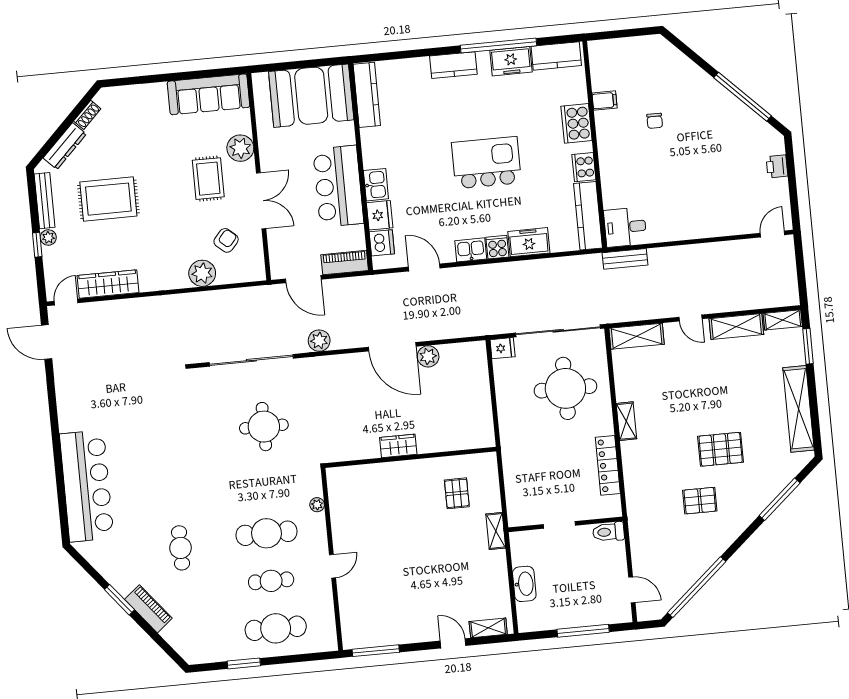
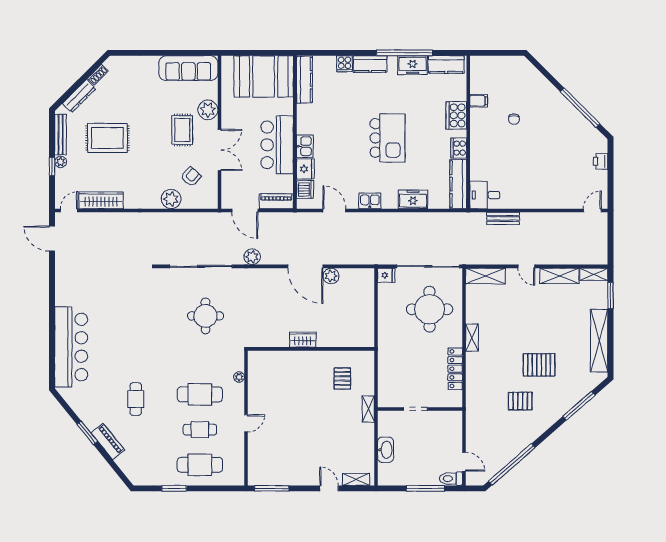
kitchen island: (486, 163) -> (387, 138), turned 90
cooker: (497, 247) -> (345, 64), moved, turned 180
bench: (625, 259) -> (503, 218), moved
toilet: (608, 532) -> (451, 479), moved

